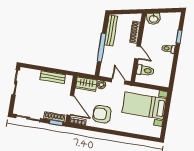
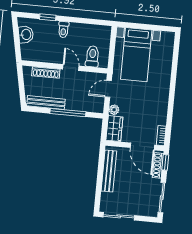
washbasin: (153, 19) -> (26, 35), moved
door: (138, 53) -> (71, 68), hinge flipped
bench: (53, 77) -> (109, 171), width x1.36
door: (70, 105) -> (142, 146), swing flipped
armchair: (102, 114) -> (151, 106), removed

